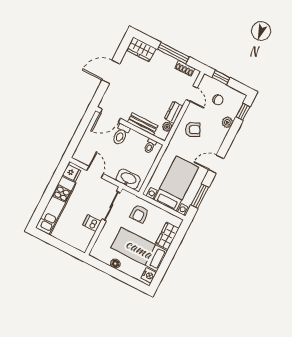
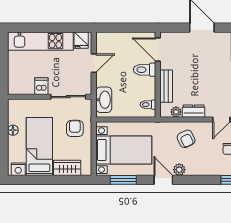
plant: (227, 122) -> (179, 170), moved
armchair: (139, 214) -> (75, 128), turned 90

